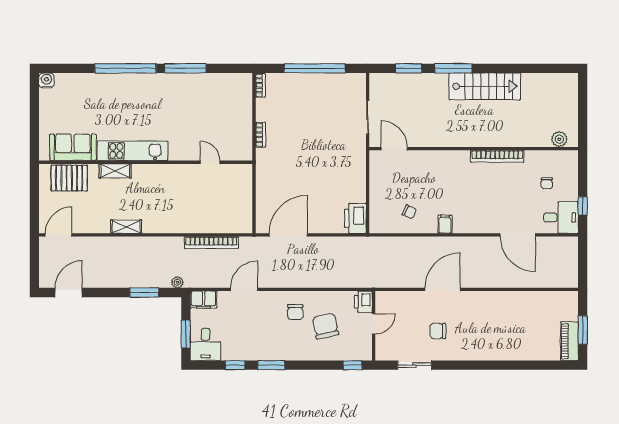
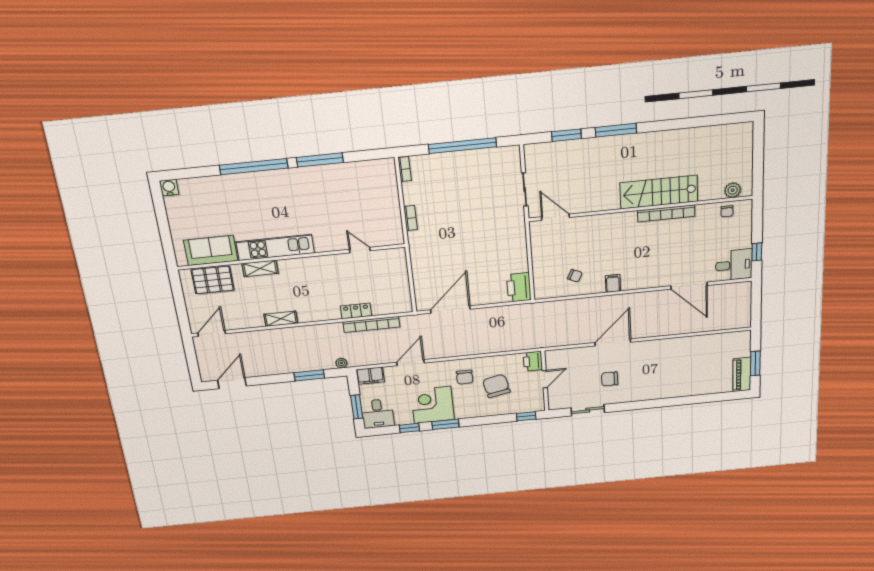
stairs: (485, 86) -> (659, 192), moved, turned 180
chair: (547, 183) -> (727, 211), moved
locker: (199, 226) -> (356, 311), added
corner desk: (261, 341) -> (432, 405), added

